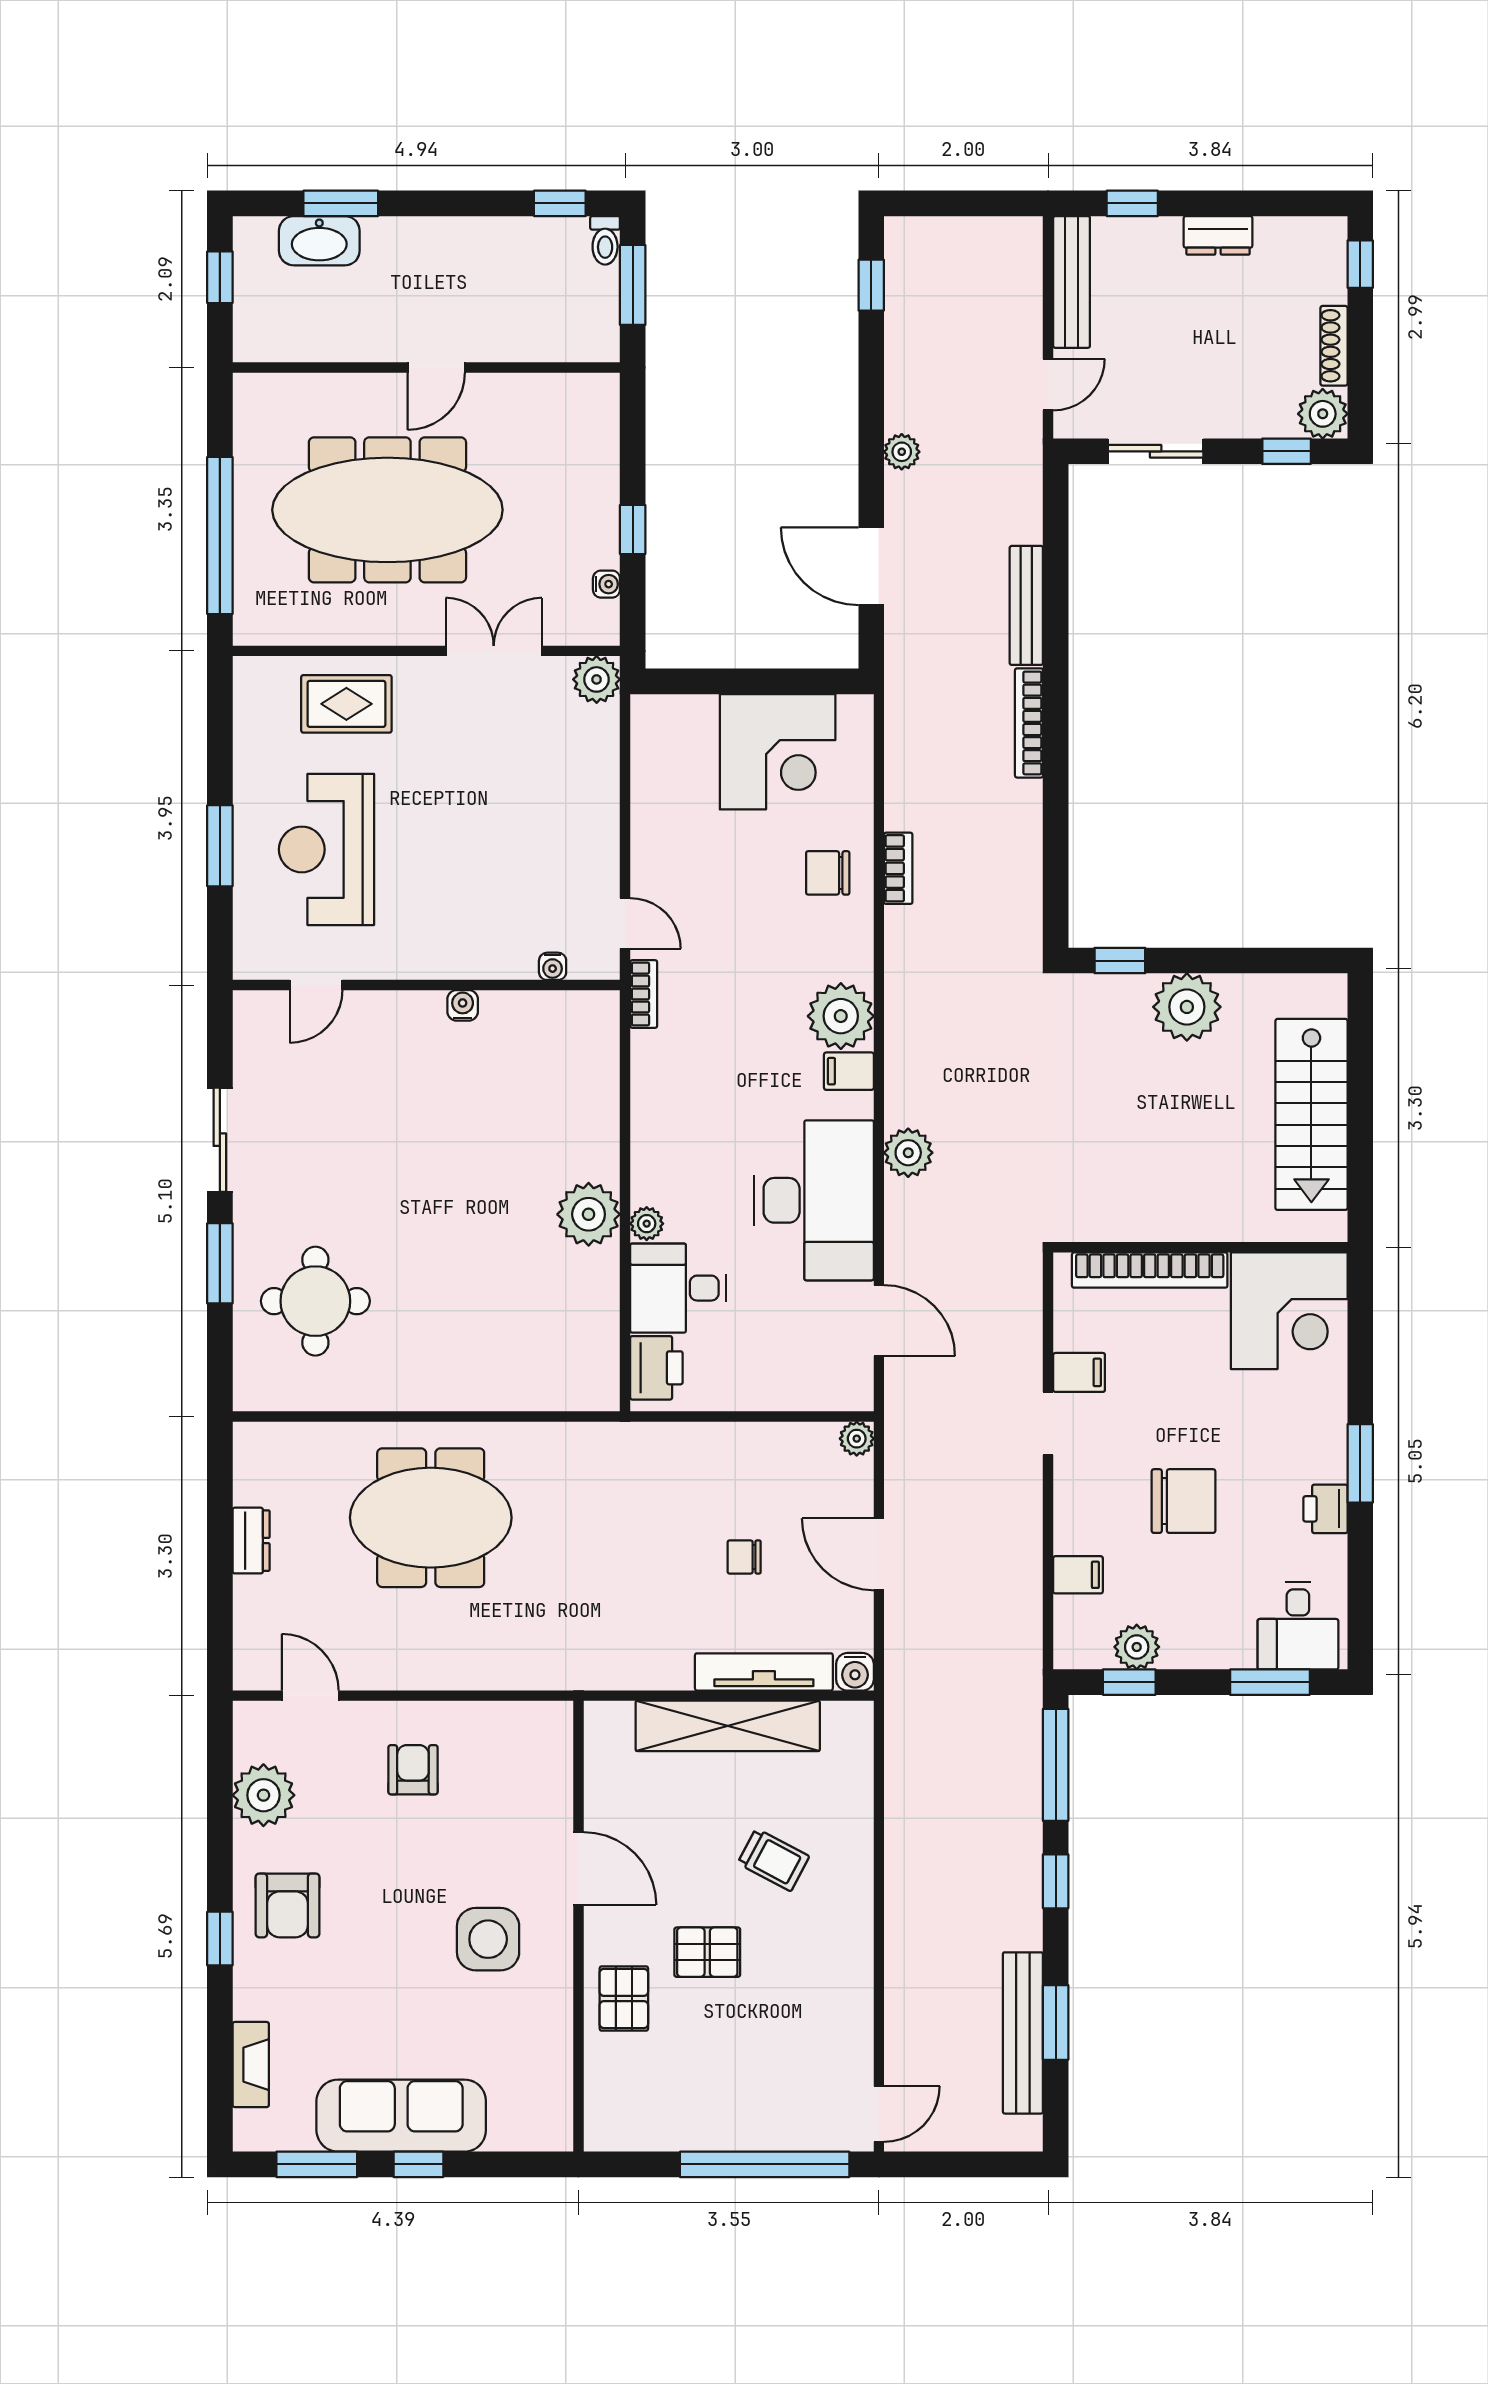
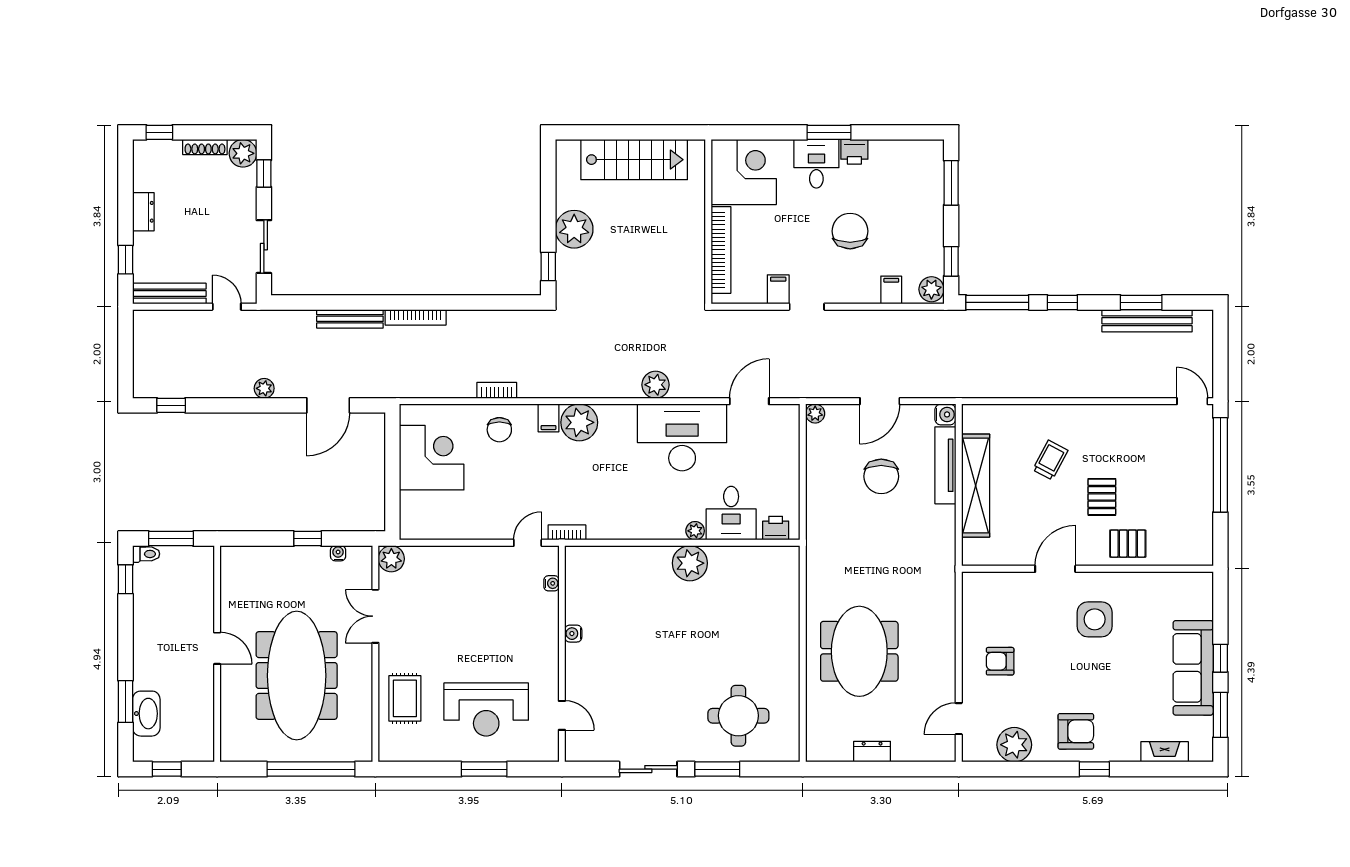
filing cabinet: (849, 1071) -> (548, 418), moved
printer: (656, 1368) -> (776, 528), width x0.73, depth x0.81
chair: (744, 1557) -> (881, 476), width x1.87, depth x1.87
desk: (1298, 1626) -> (816, 164), moved, turned -90
plant: (1137, 1647) -> (931, 289), moved

